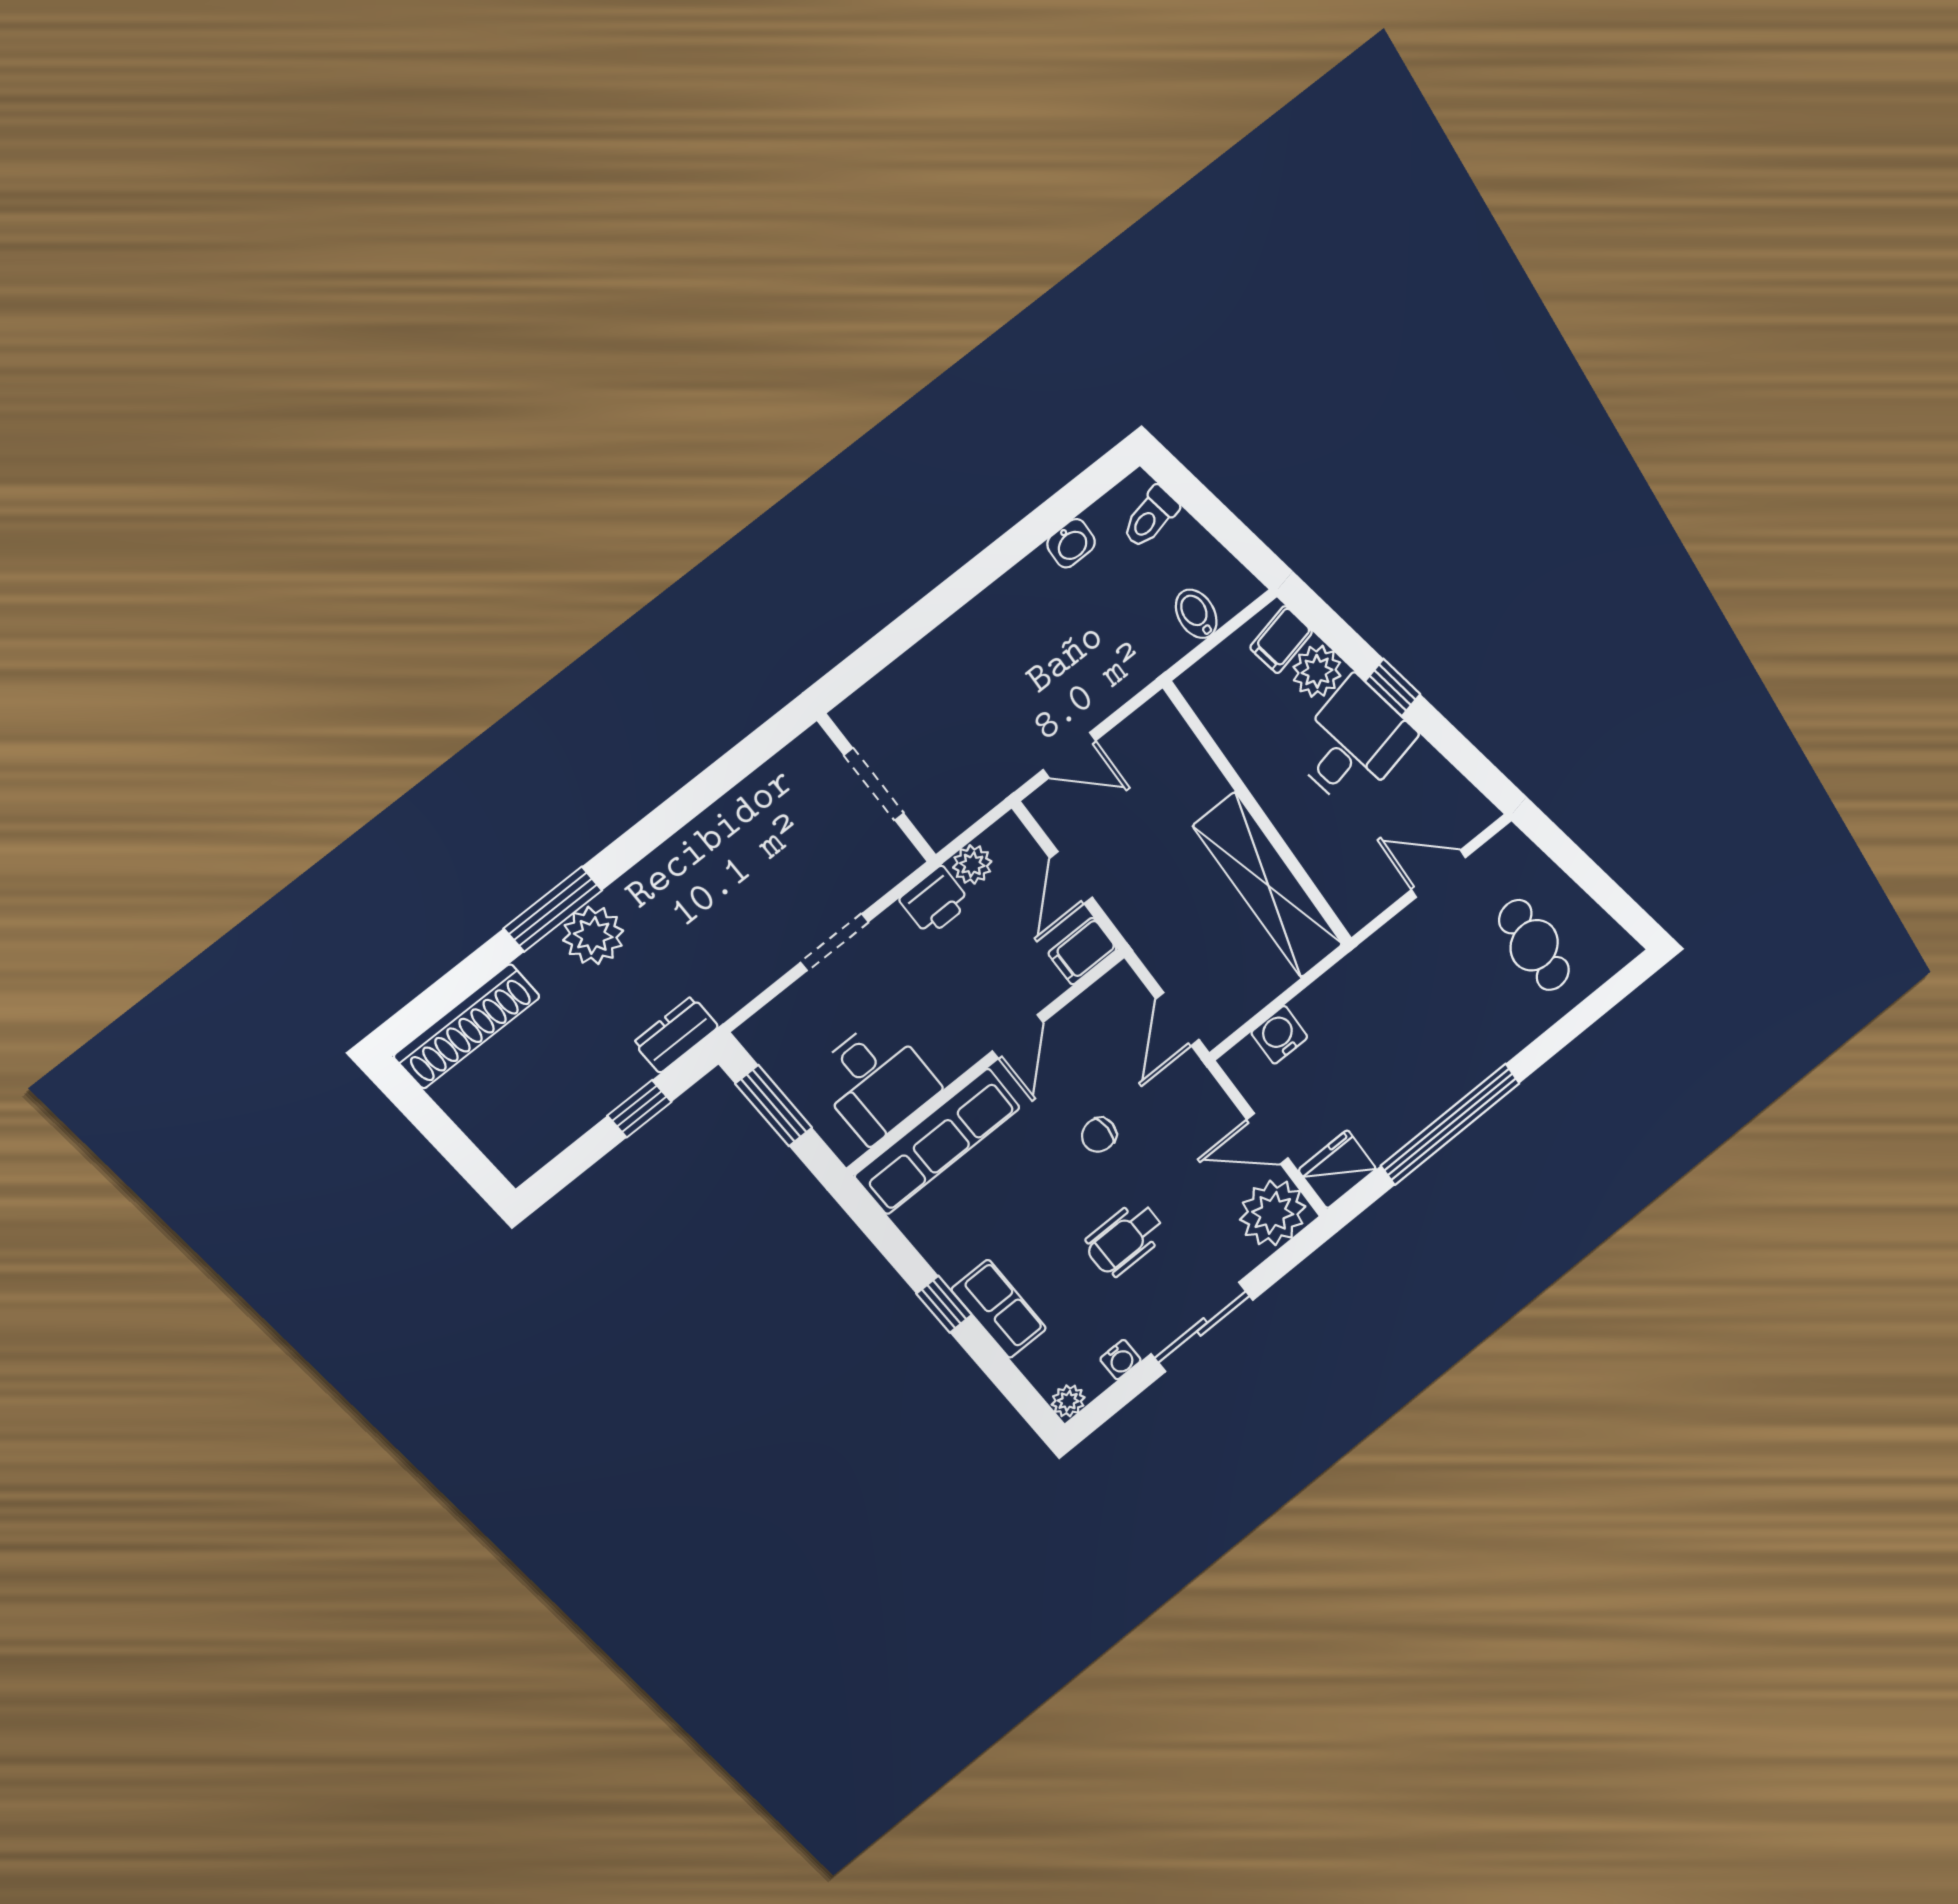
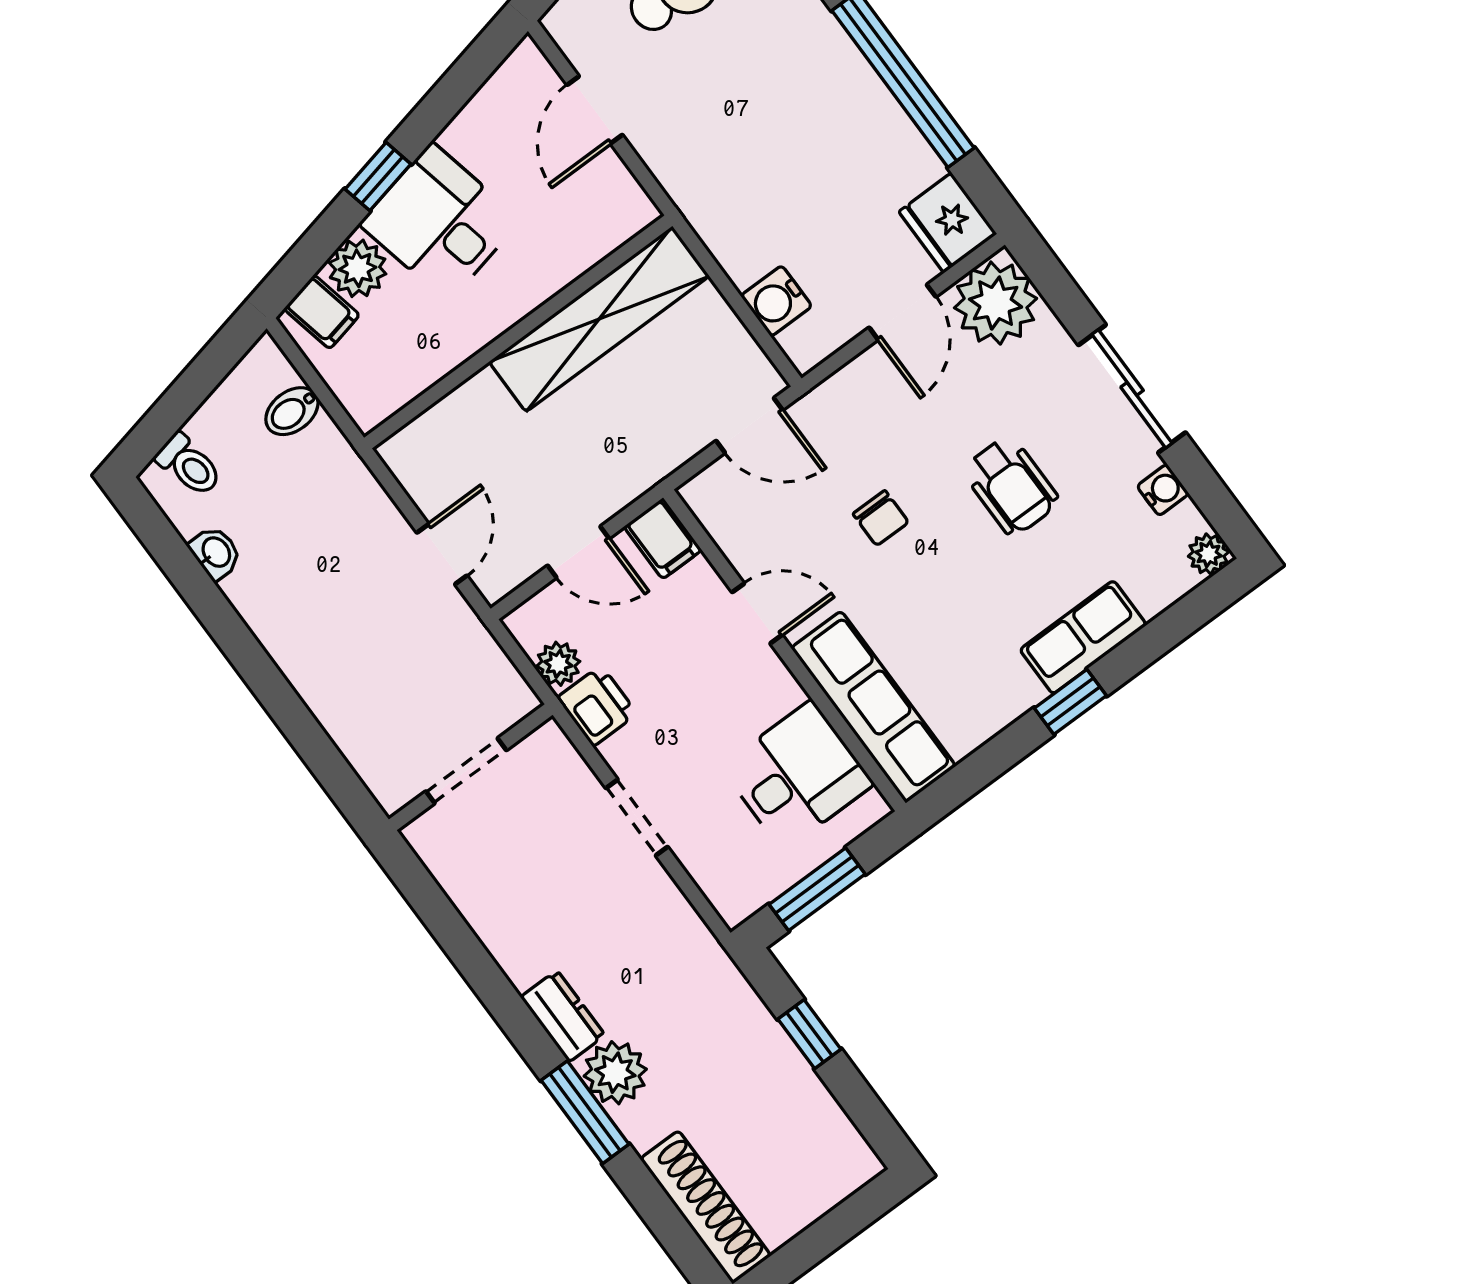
dresser: (676, 1035) -> (563, 1016), moved, turned 180

